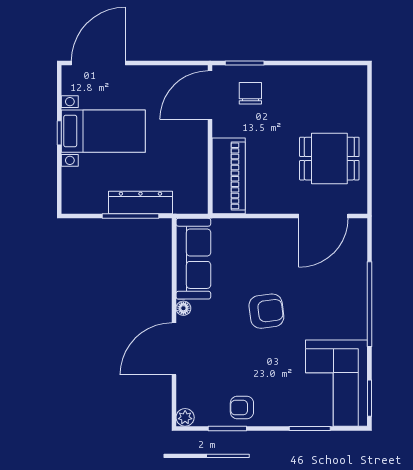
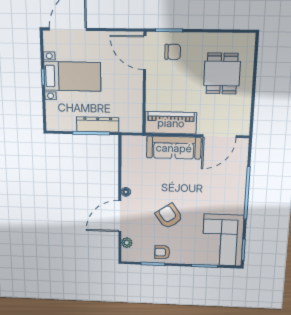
chair: (250, 93) -> (173, 52), turned 90
door: (210, 95) -> (145, 53), hinge flipped
dining table: (329, 159) -> (222, 74), moved, turned 90
piano: (229, 176) -> (171, 123), moved, turned -90
sofa: (193, 259) -> (174, 148), moved, turned 90
armchair: (266, 311) -> (169, 216), moved, turned -118
plant: (185, 417) -> (127, 243), moved

